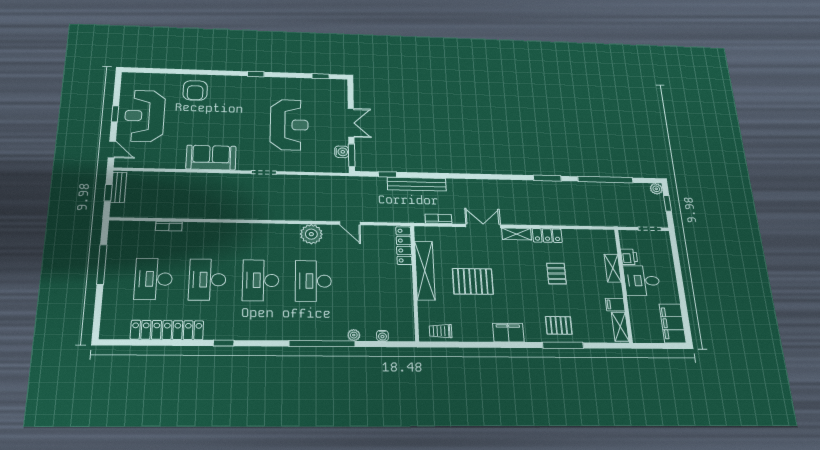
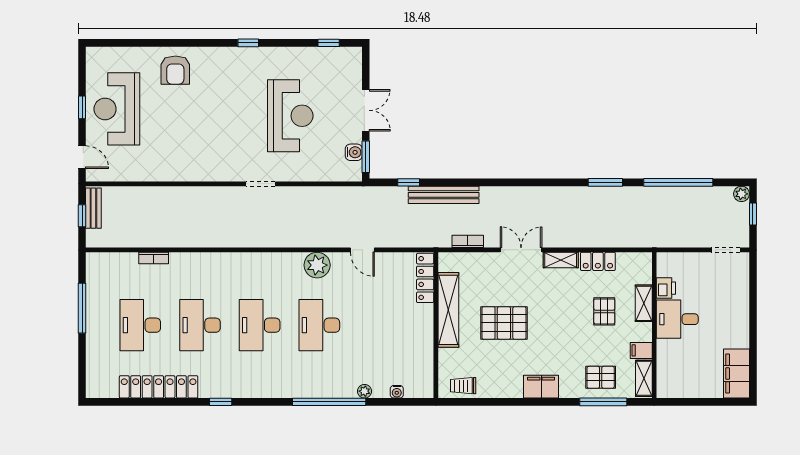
sofa: (211, 158) -> (198, 165), removed
printer: (629, 257) -> (666, 288), moved
shelving: (613, 268) -> (644, 303), moved
desk: (642, 281) -> (677, 319), moved
wall: (623, 285) -> (654, 325), moved
filing cabinet: (615, 305) -> (641, 350), moved
shelving: (620, 327) -> (644, 378), moved

